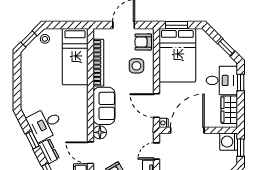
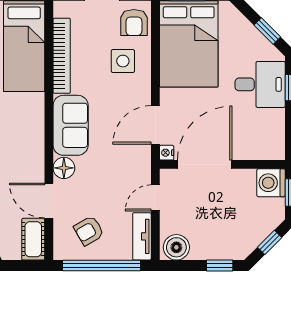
armchair: (143, 42) -> (134, 23), turned -90
door: (157, 106) -> (155, 125), hinge flipped
wardrobe: (229, 110) -> (272, 131), removed

